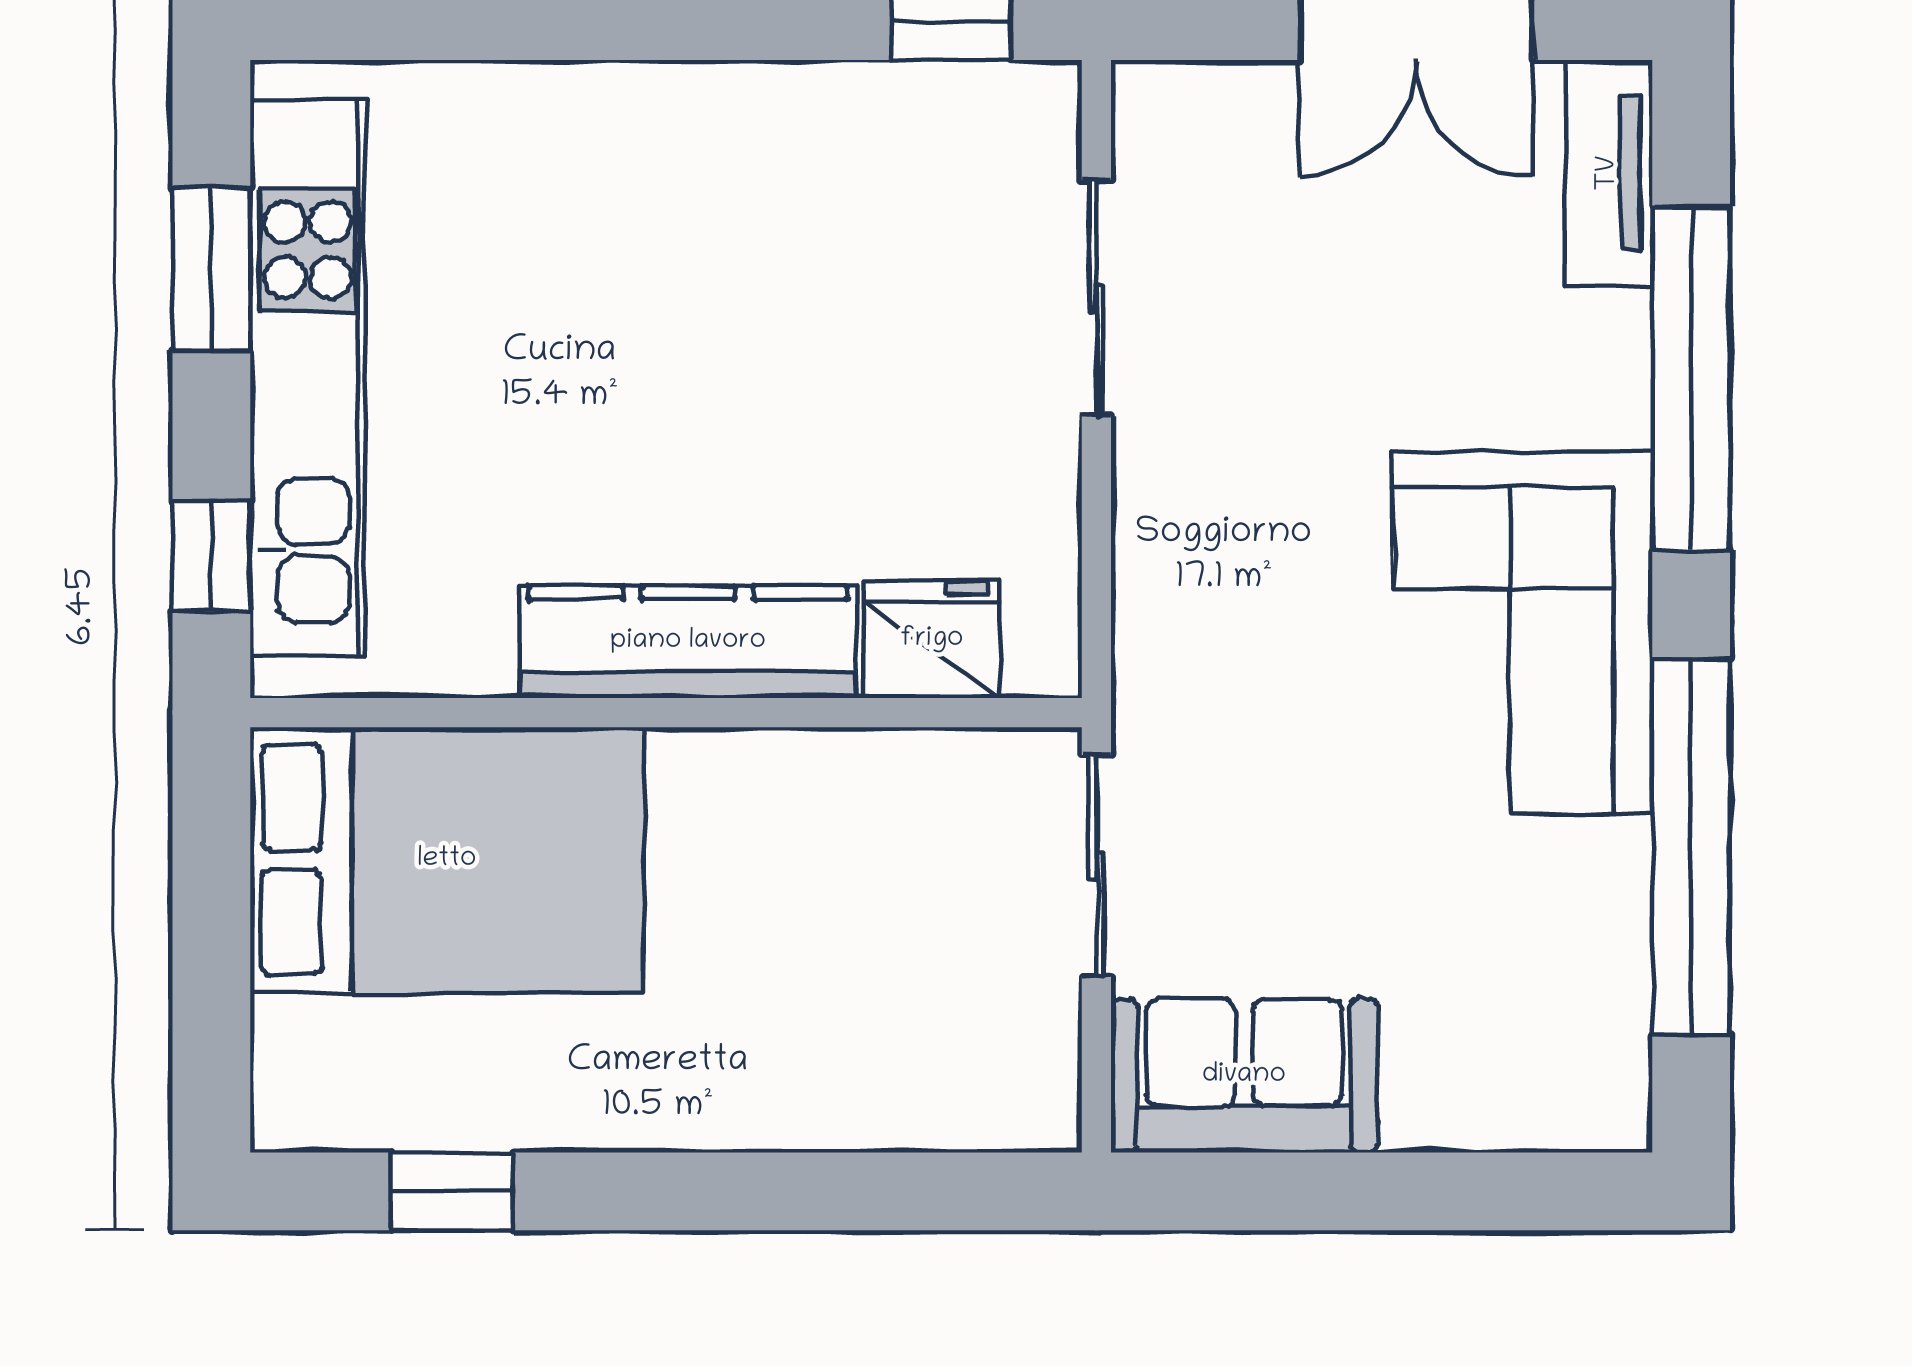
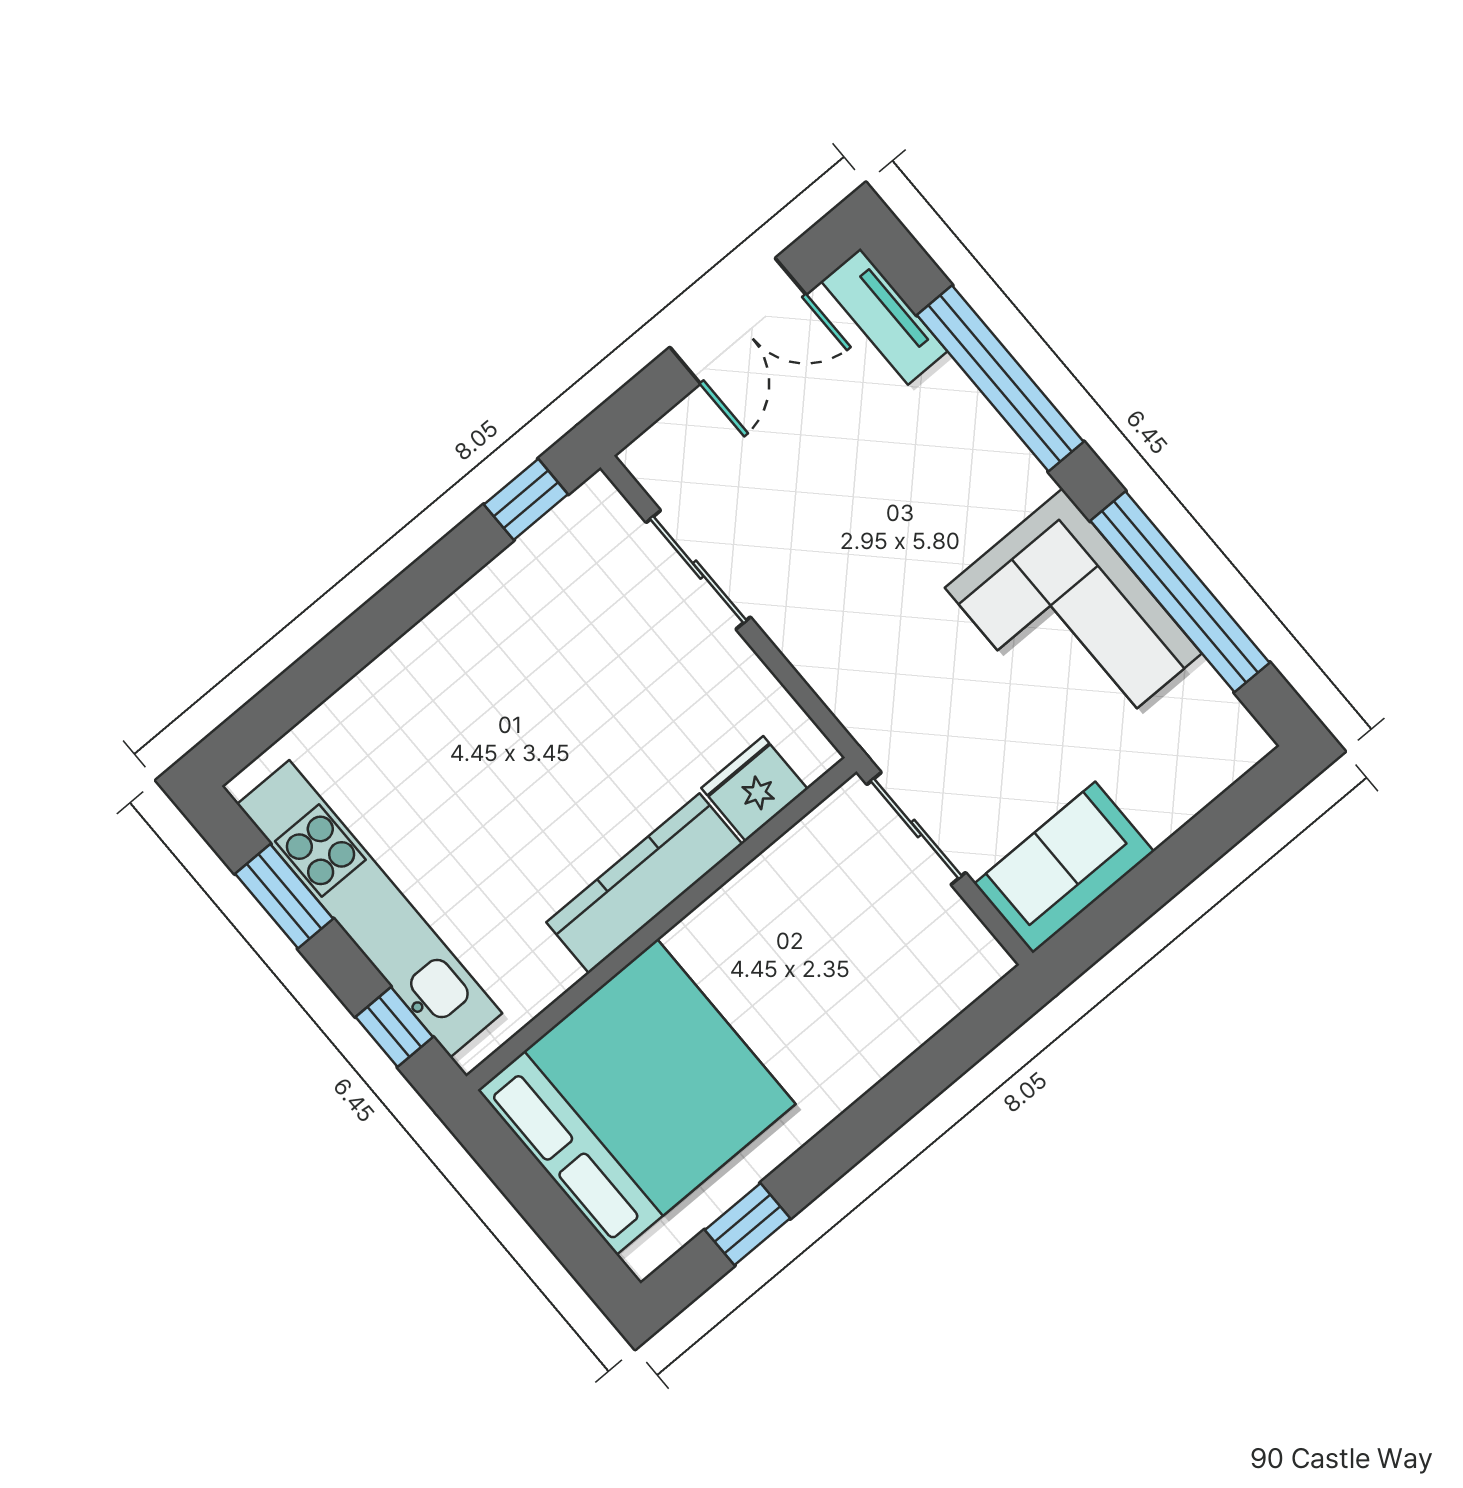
corner sofa: (1523, 632) -> (1073, 621), moved
bed: (447, 860) -> (637, 1097), width x1.36

